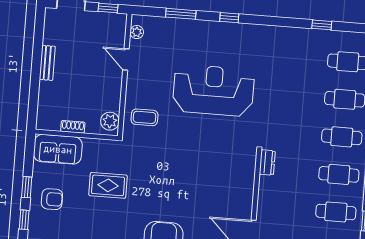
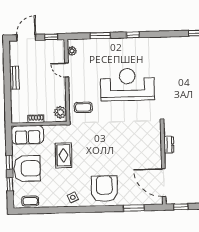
dresser: (267, 163) -> (169, 145), moved
rug: (108, 185) -> (64, 155), turned 90
armchair: (52, 199) -> (27, 169), width x1.88, depth x1.88

